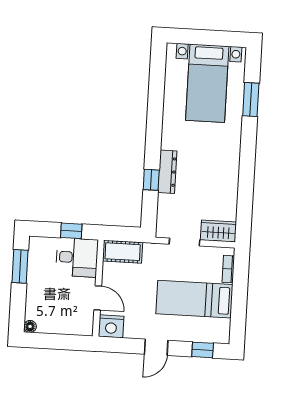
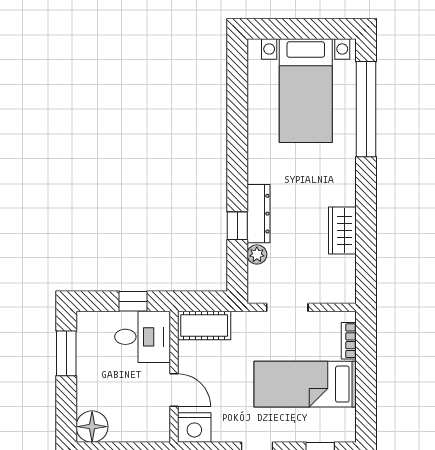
window: (251, 99) -> (366, 109), width x2.11
plant: (164, 202) -> (257, 254), added
wardrobe: (218, 231) -> (342, 231), moved, turned -90
floor lamp: (30, 326) -> (92, 427), width x1.89, depth x1.89

